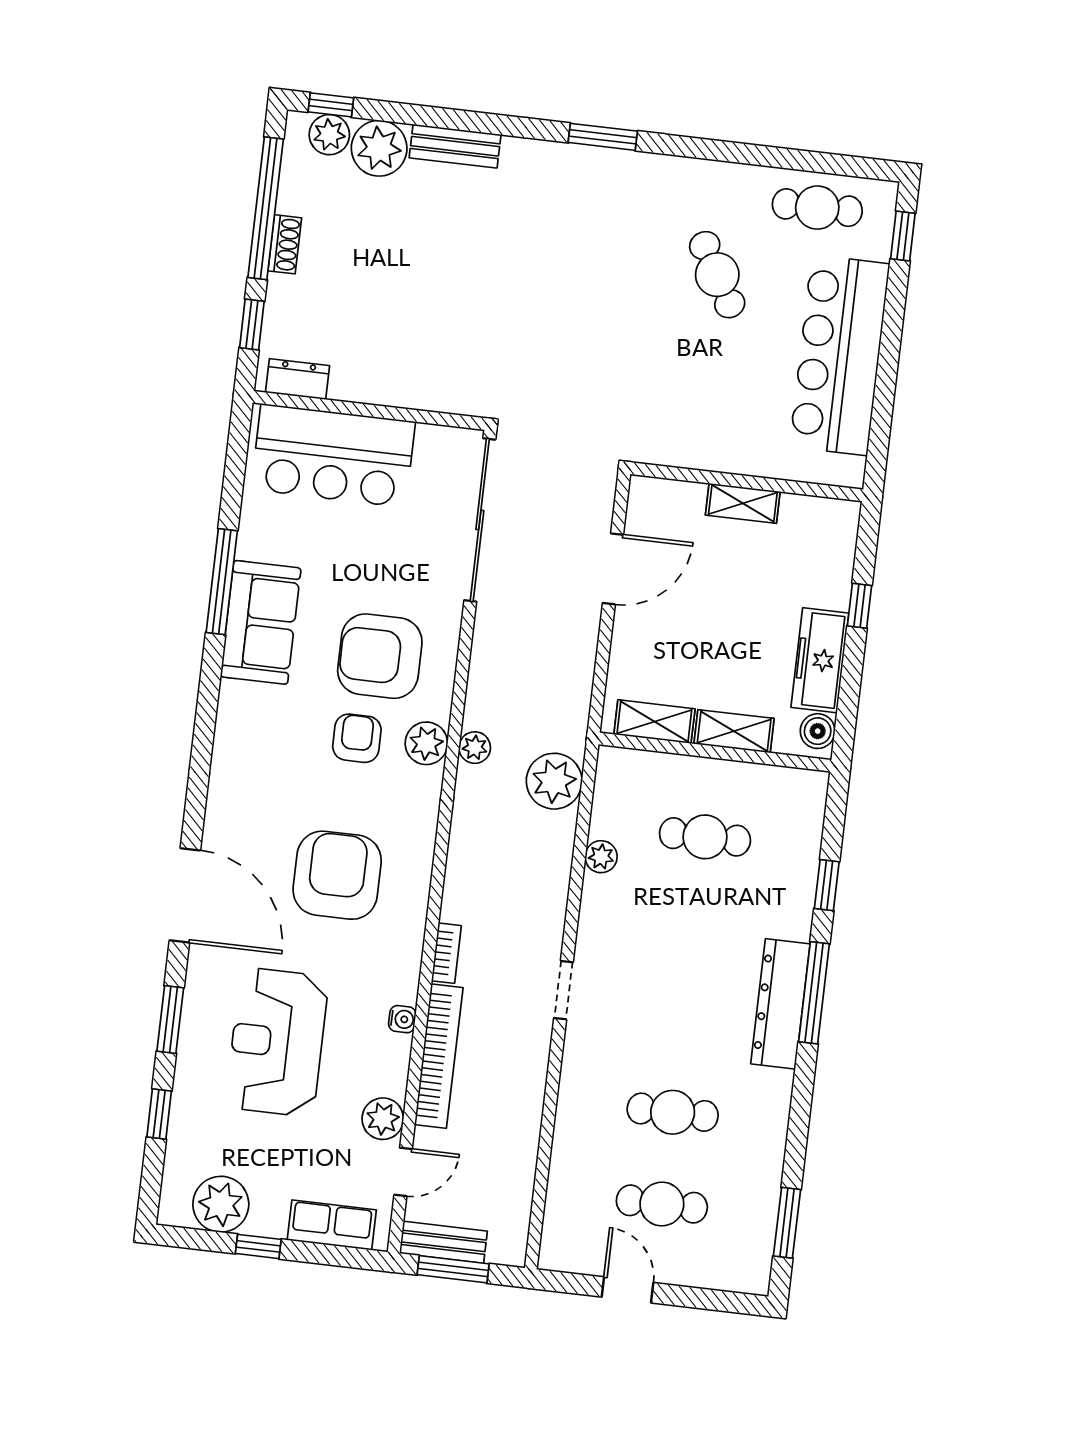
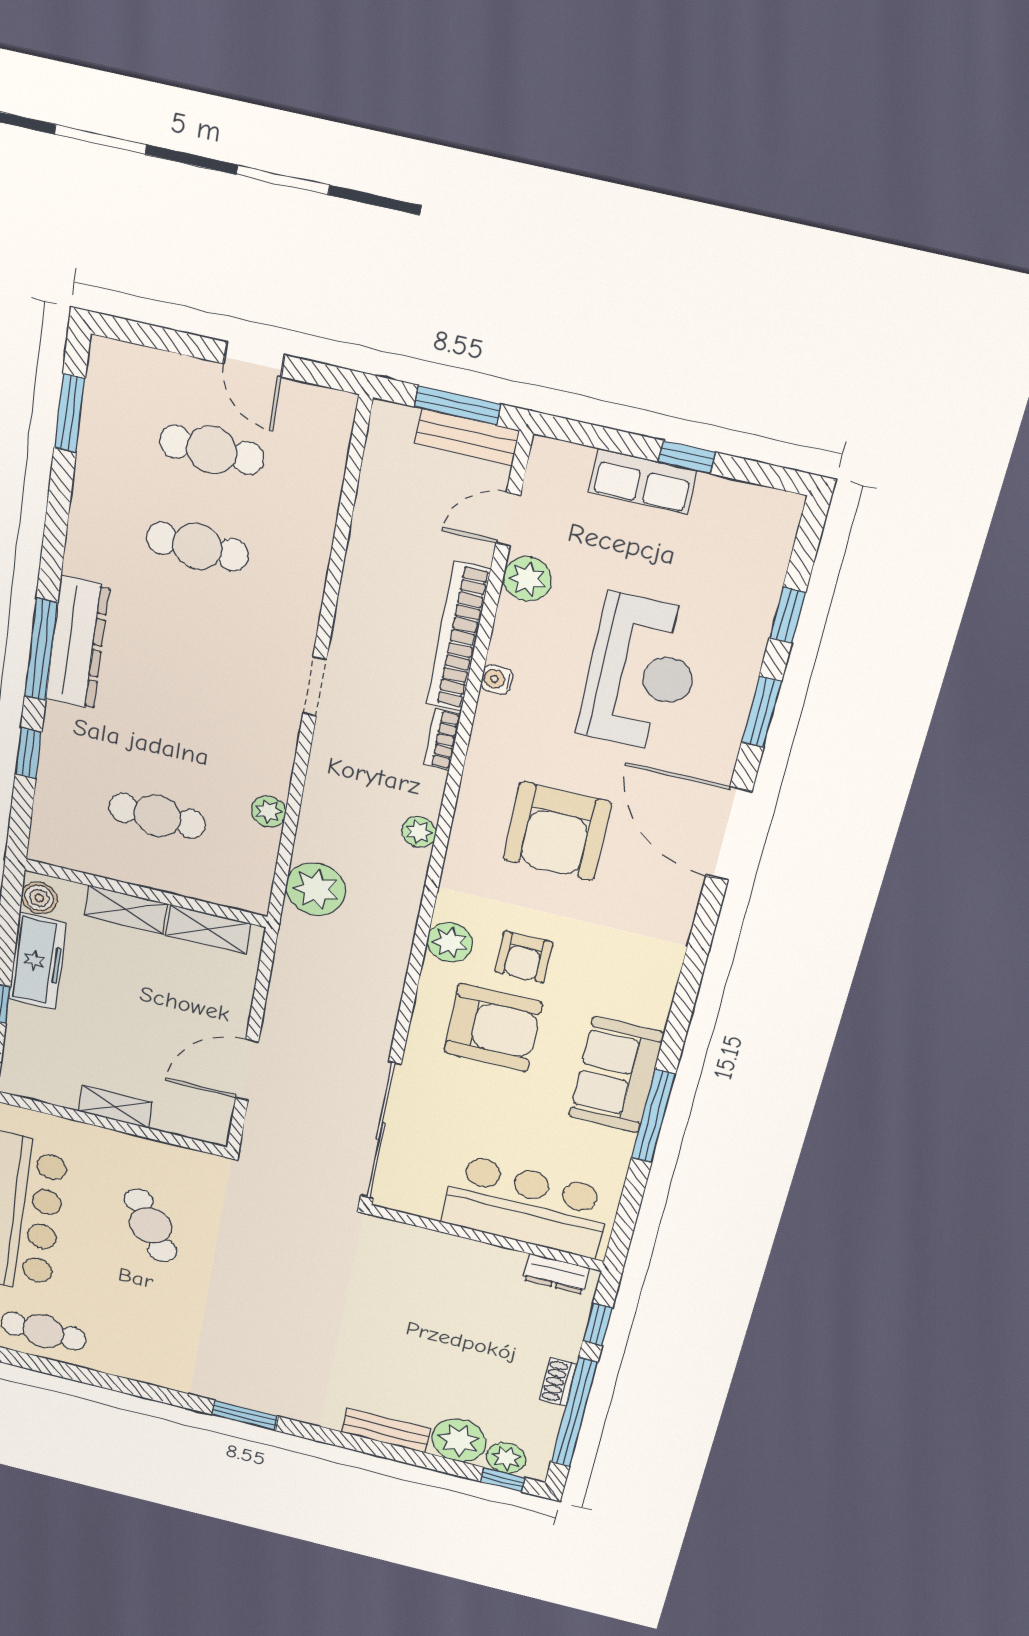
cafe table: (717, 275) -> (151, 1225), moved
plant: (475, 748) -> (419, 832), moved
plant: (221, 1204) -> (727, 509), removed
row of seats: (332, 1225) -> (643, 481), moved

